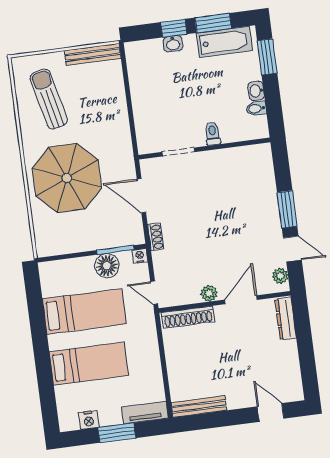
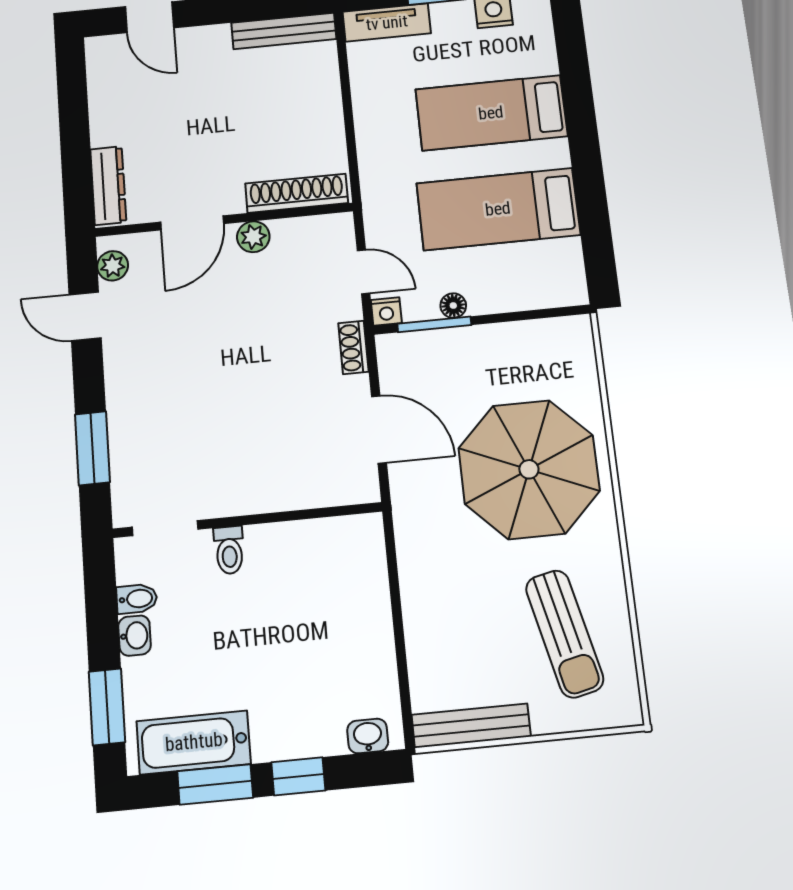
washbasin: (173, 44) -> (368, 736), moved
doorway: (178, 152) -> (165, 528), moved
window: (287, 209) -> (92, 448), moved
floor lamp: (107, 266) -> (453, 306), width x0.53, depth x0.53
door: (154, 293) -> (364, 272), moved

